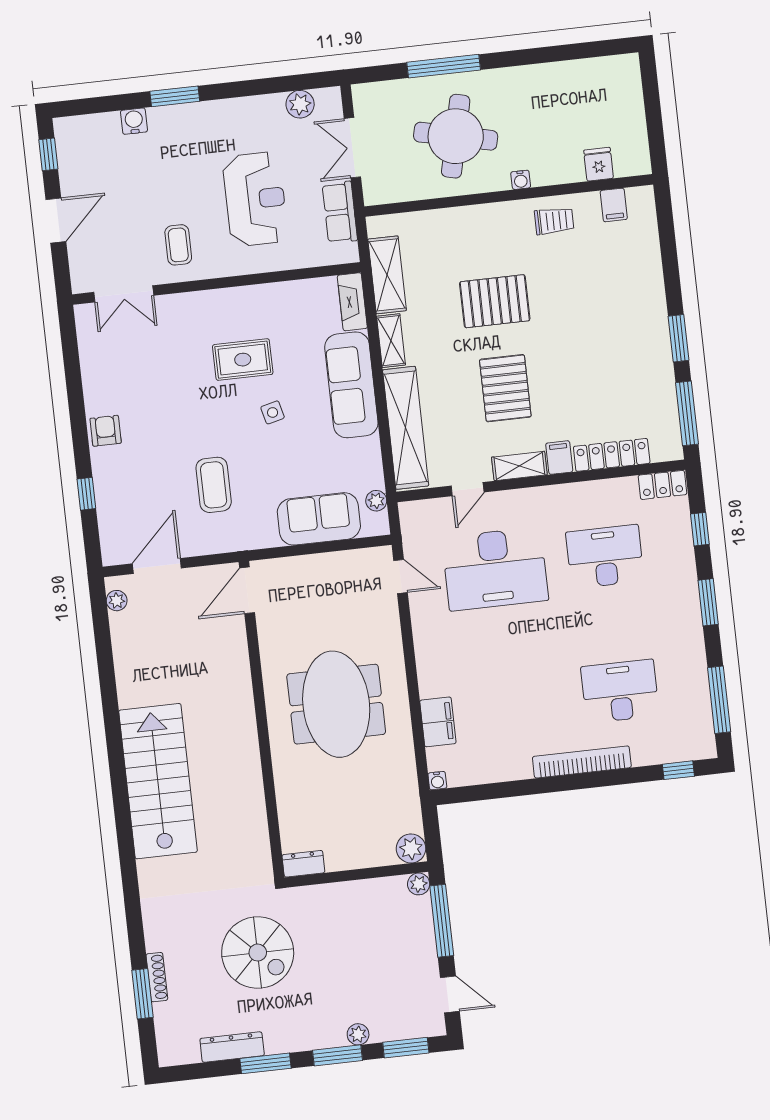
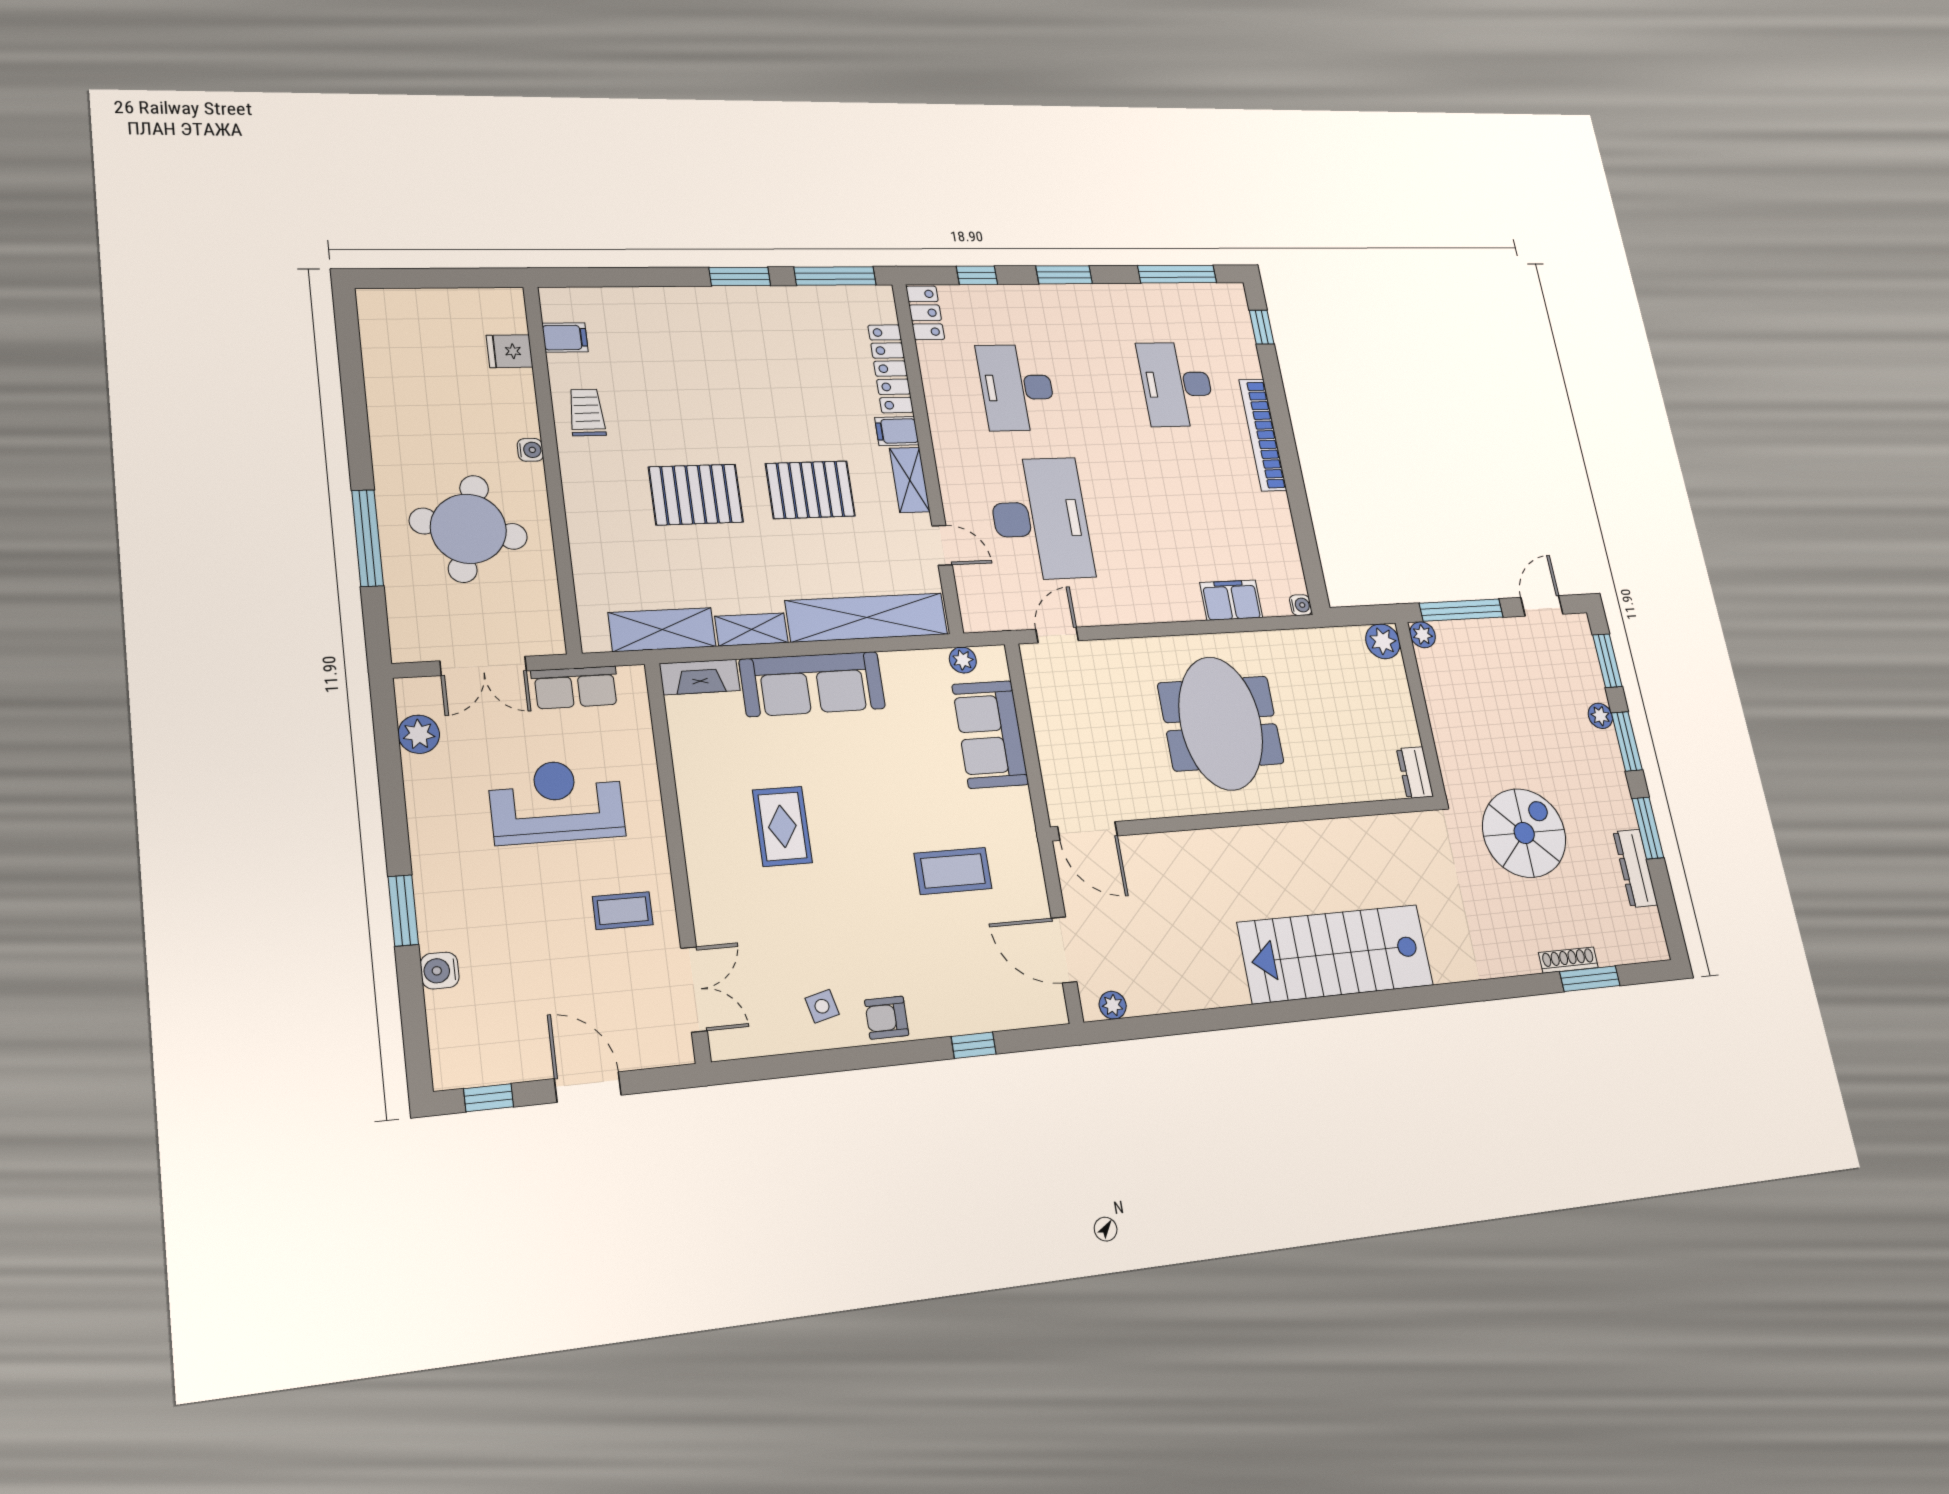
pallet: (495, 301) -> (696, 495), turned 90
side table: (273, 412) -> (822, 1006), moved
meeting table: (336, 704) -> (1221, 723), turned 90

